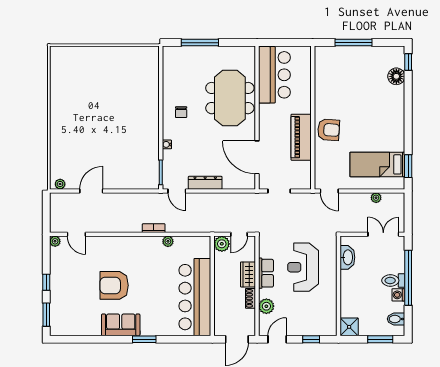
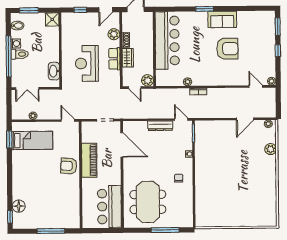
meeting table: (230, 98) -> (148, 202), moved
plant: (57, 150) -> (271, 149), added
door: (239, 234) -> (135, 88), swing flipped
reception desk: (303, 267) -> (87, 63), turned 180

